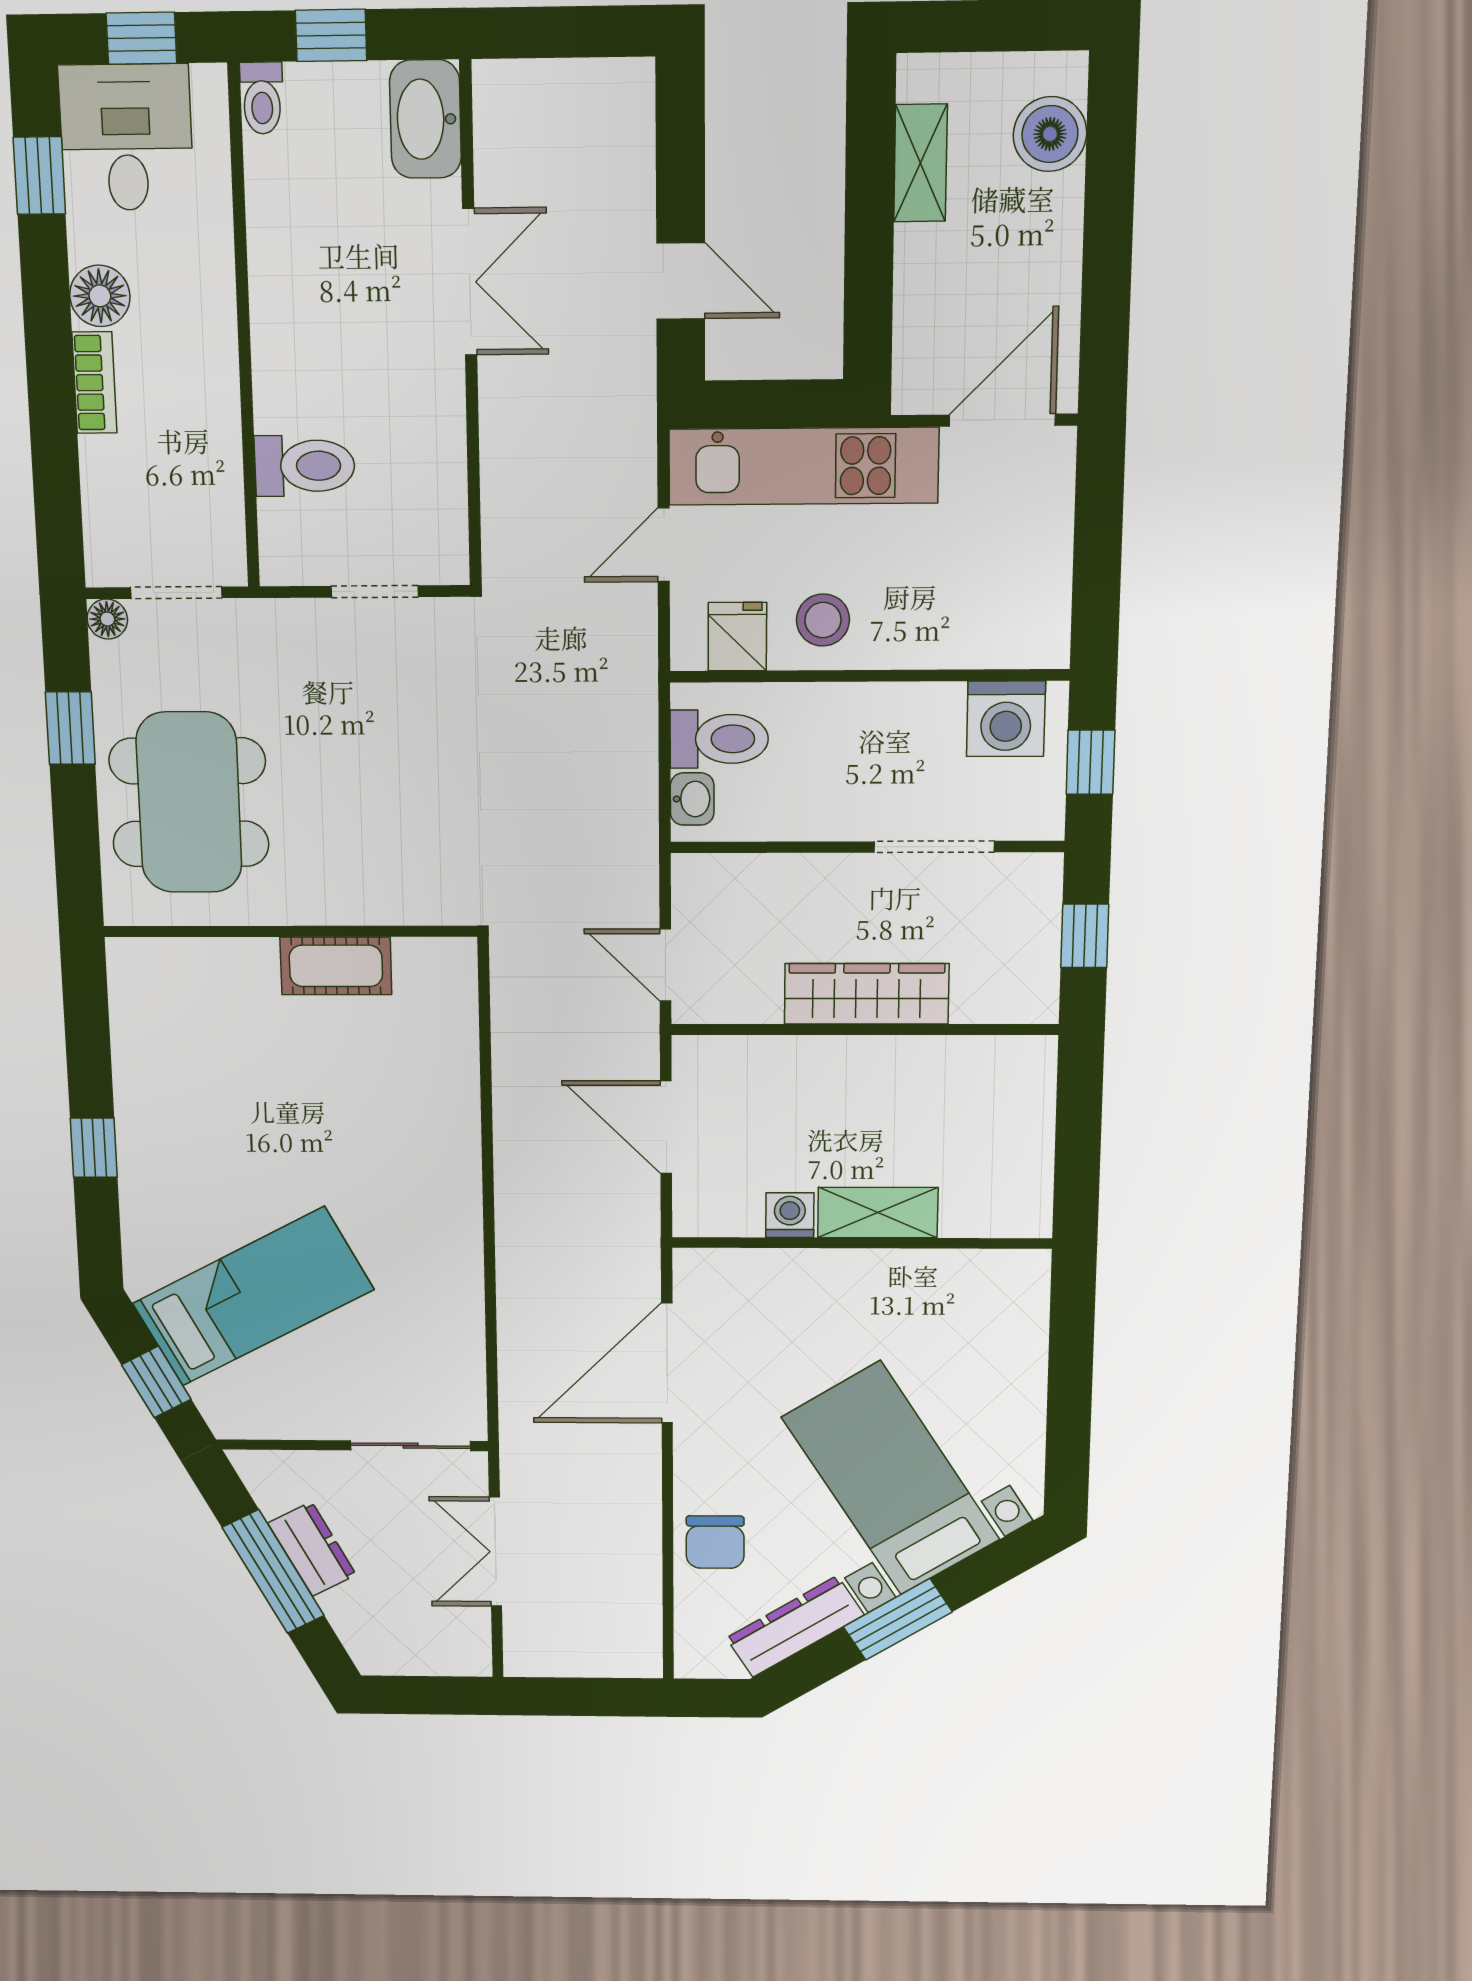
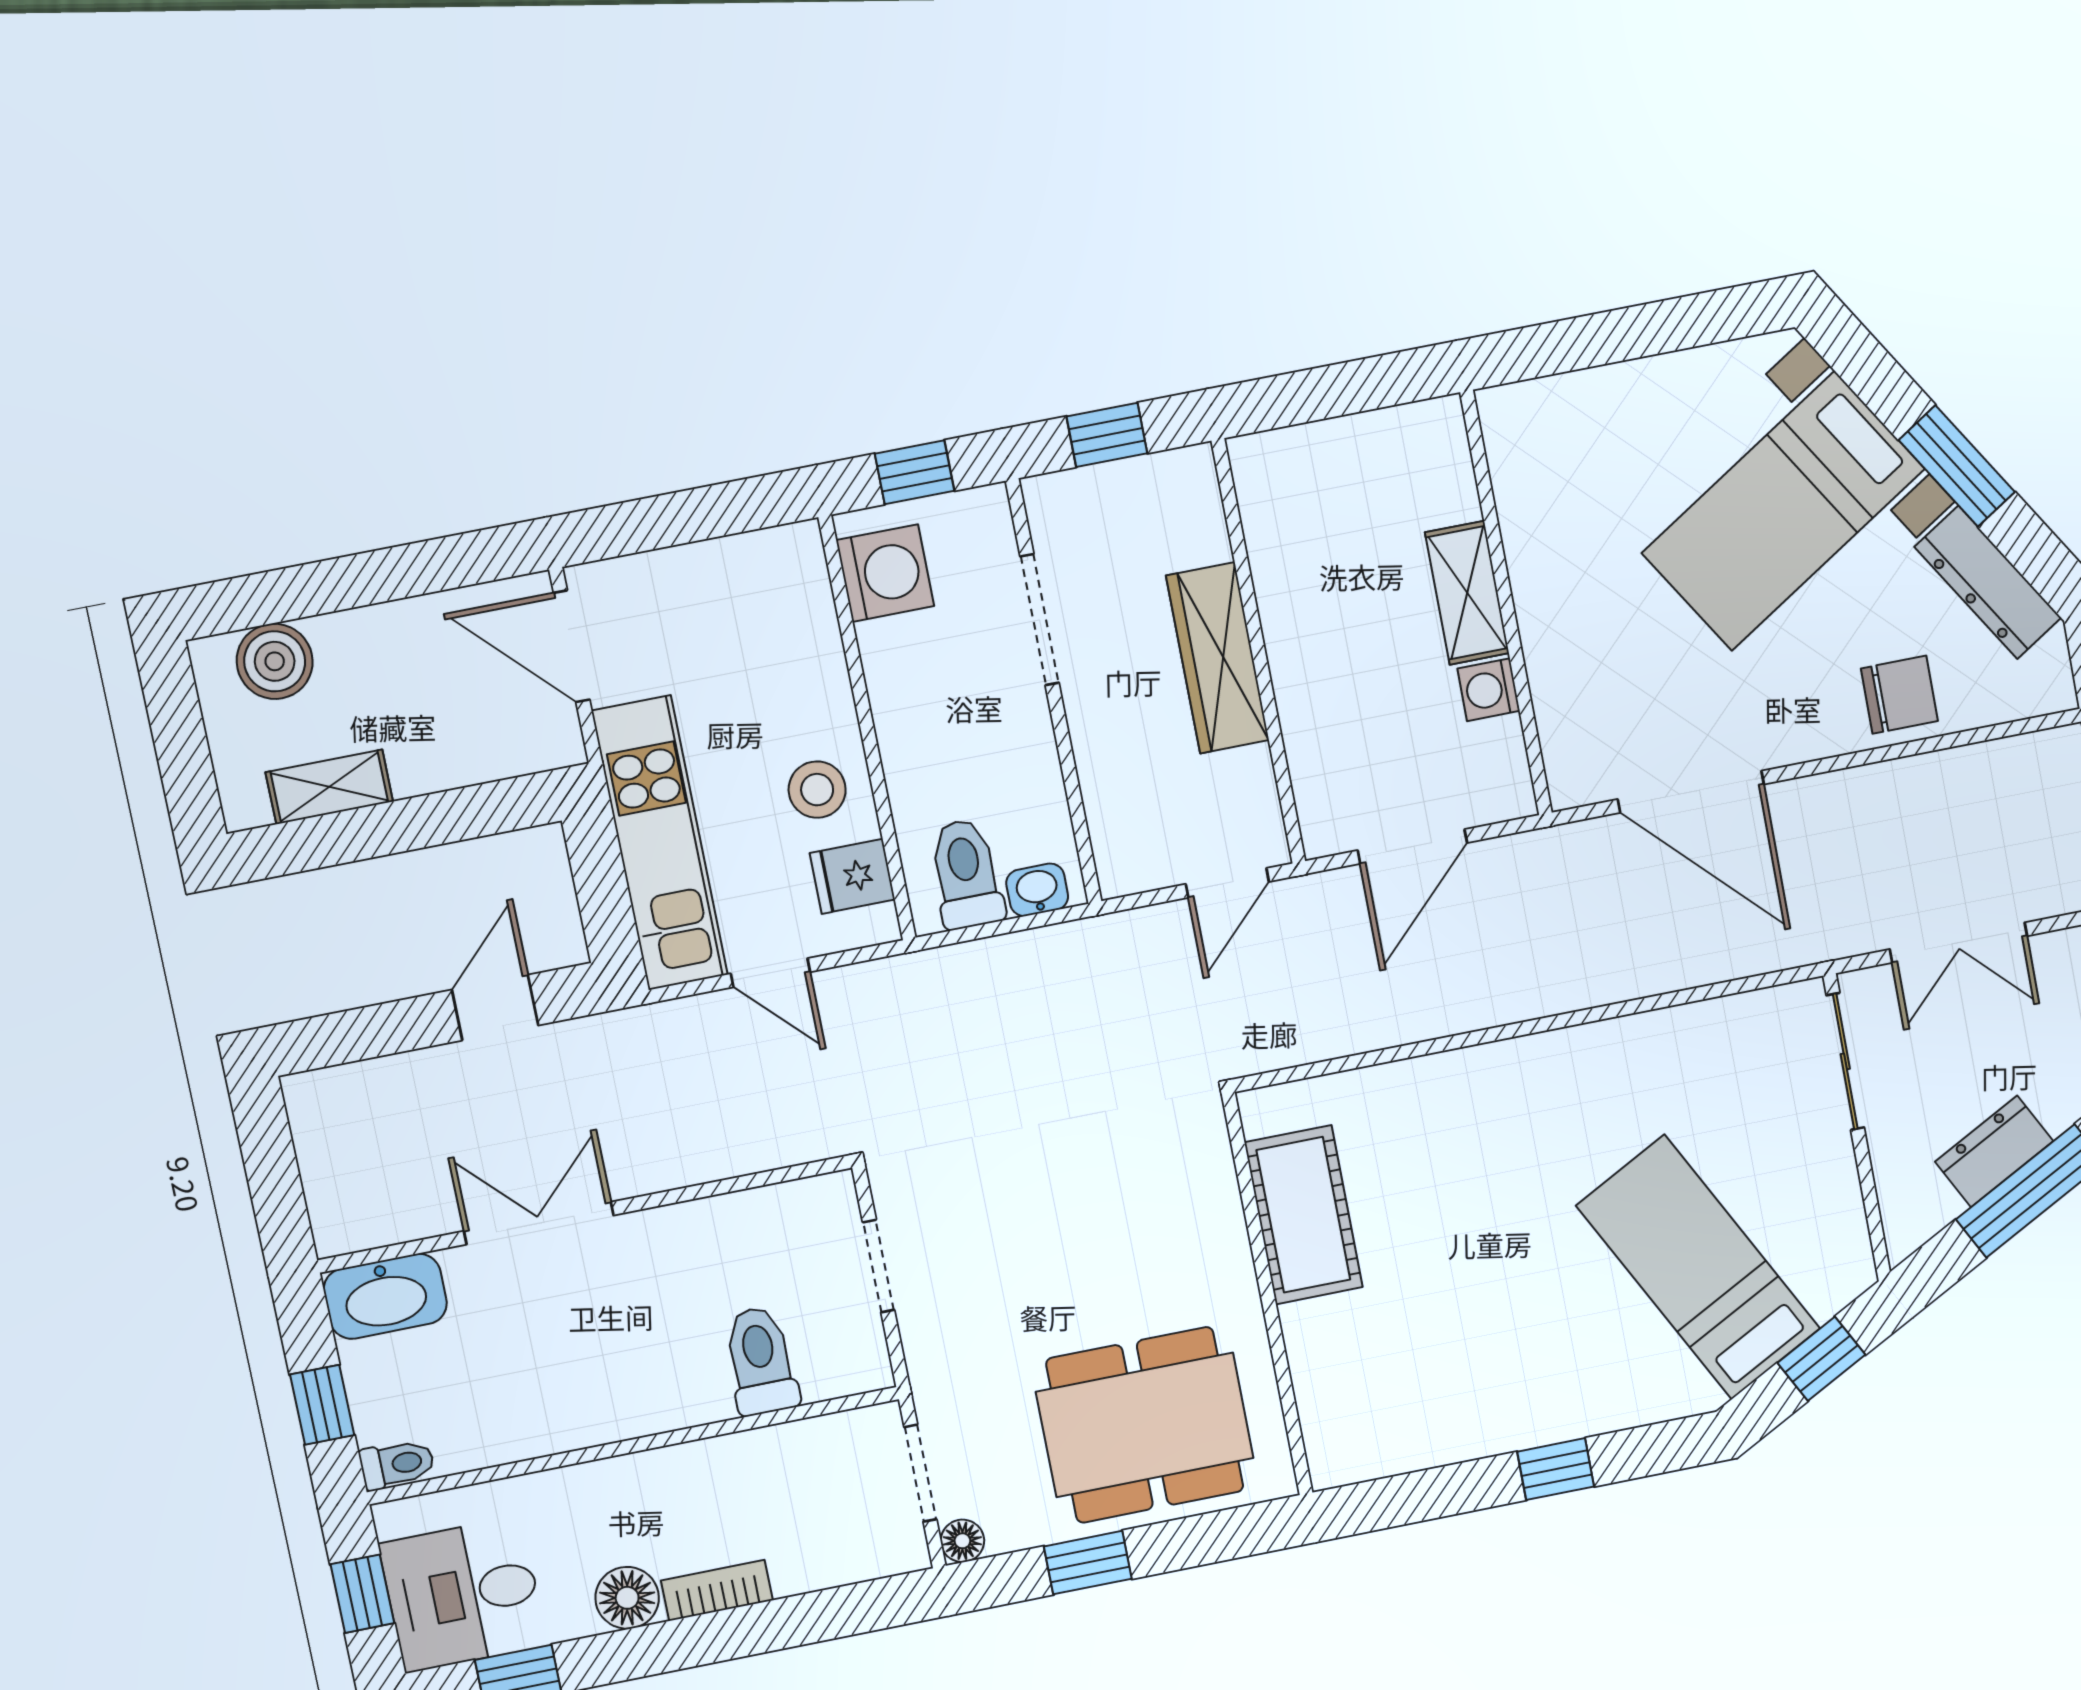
cot: (336, 966) -> (1303, 1215), width x1.37, depth x1.34

